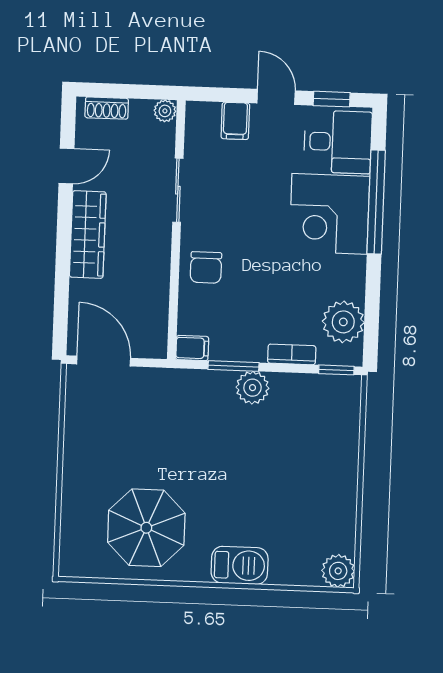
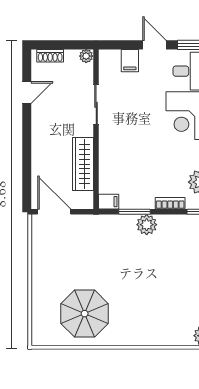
wardrobe: (88, 235) -> (83, 164), moved, turned 180
chair: (206, 267) -> (115, 152), removed
barbecue: (240, 565) -> (143, 335), removed

